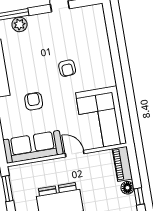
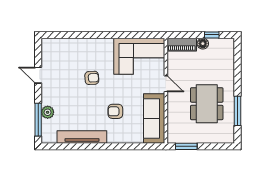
door: (75, 154) -> (166, 84), swing flipped

